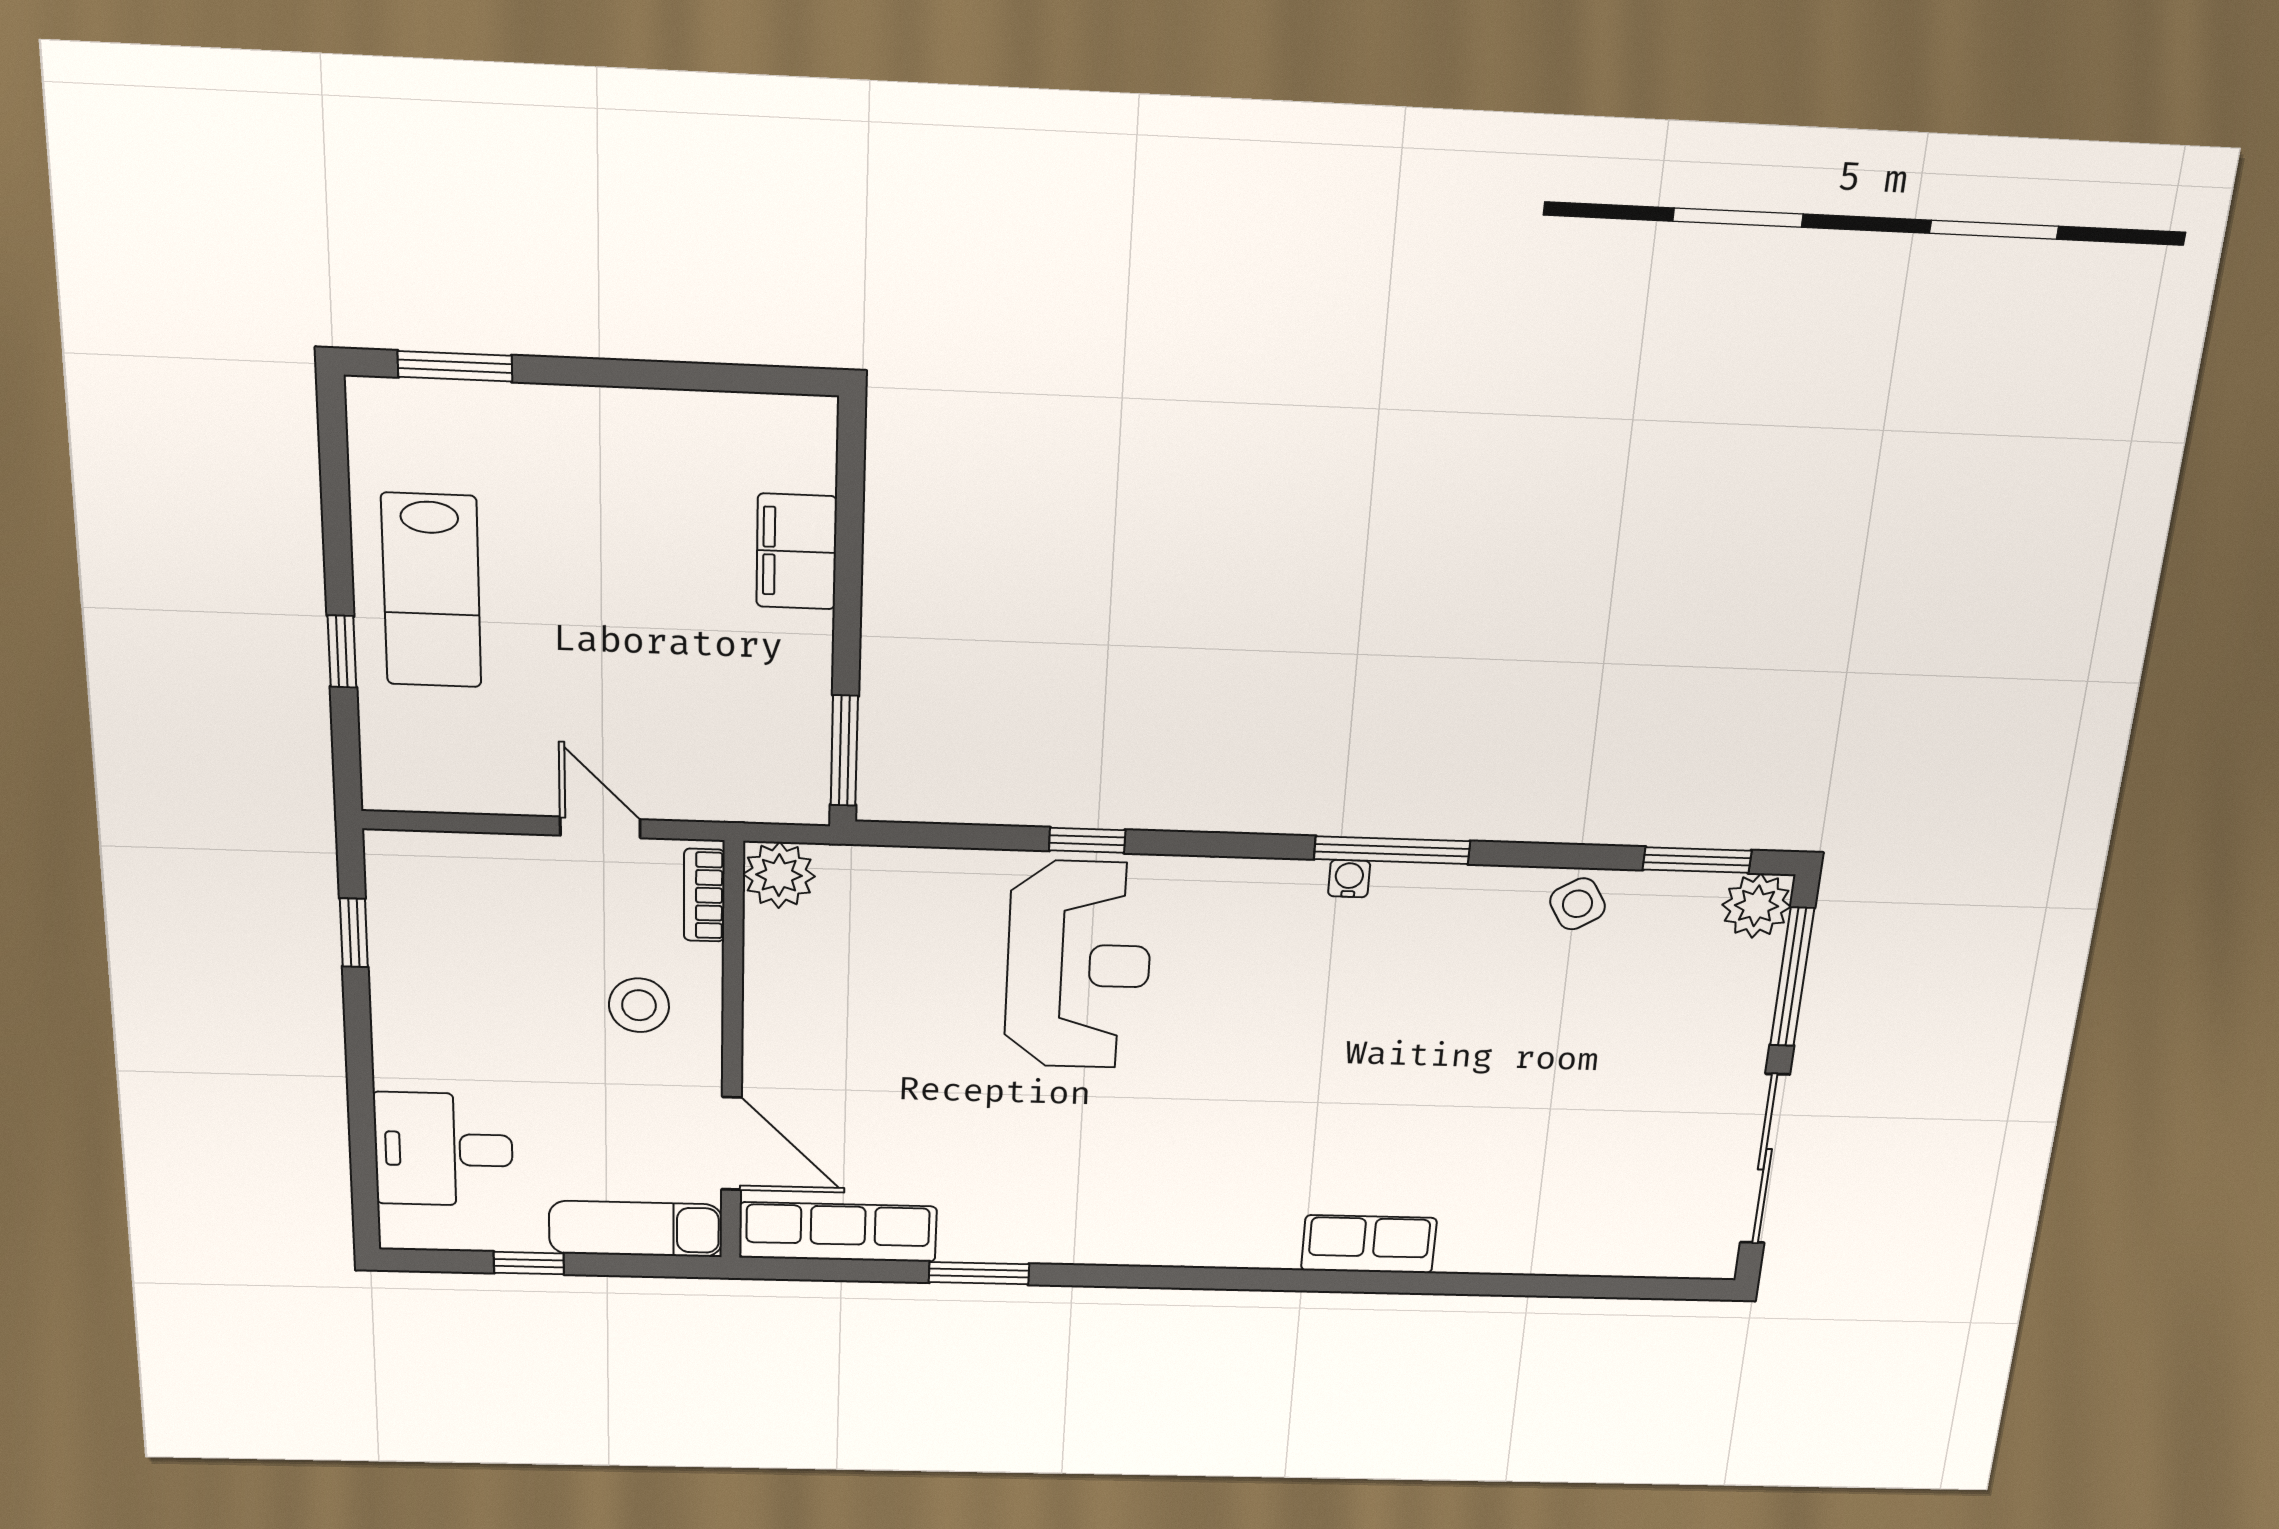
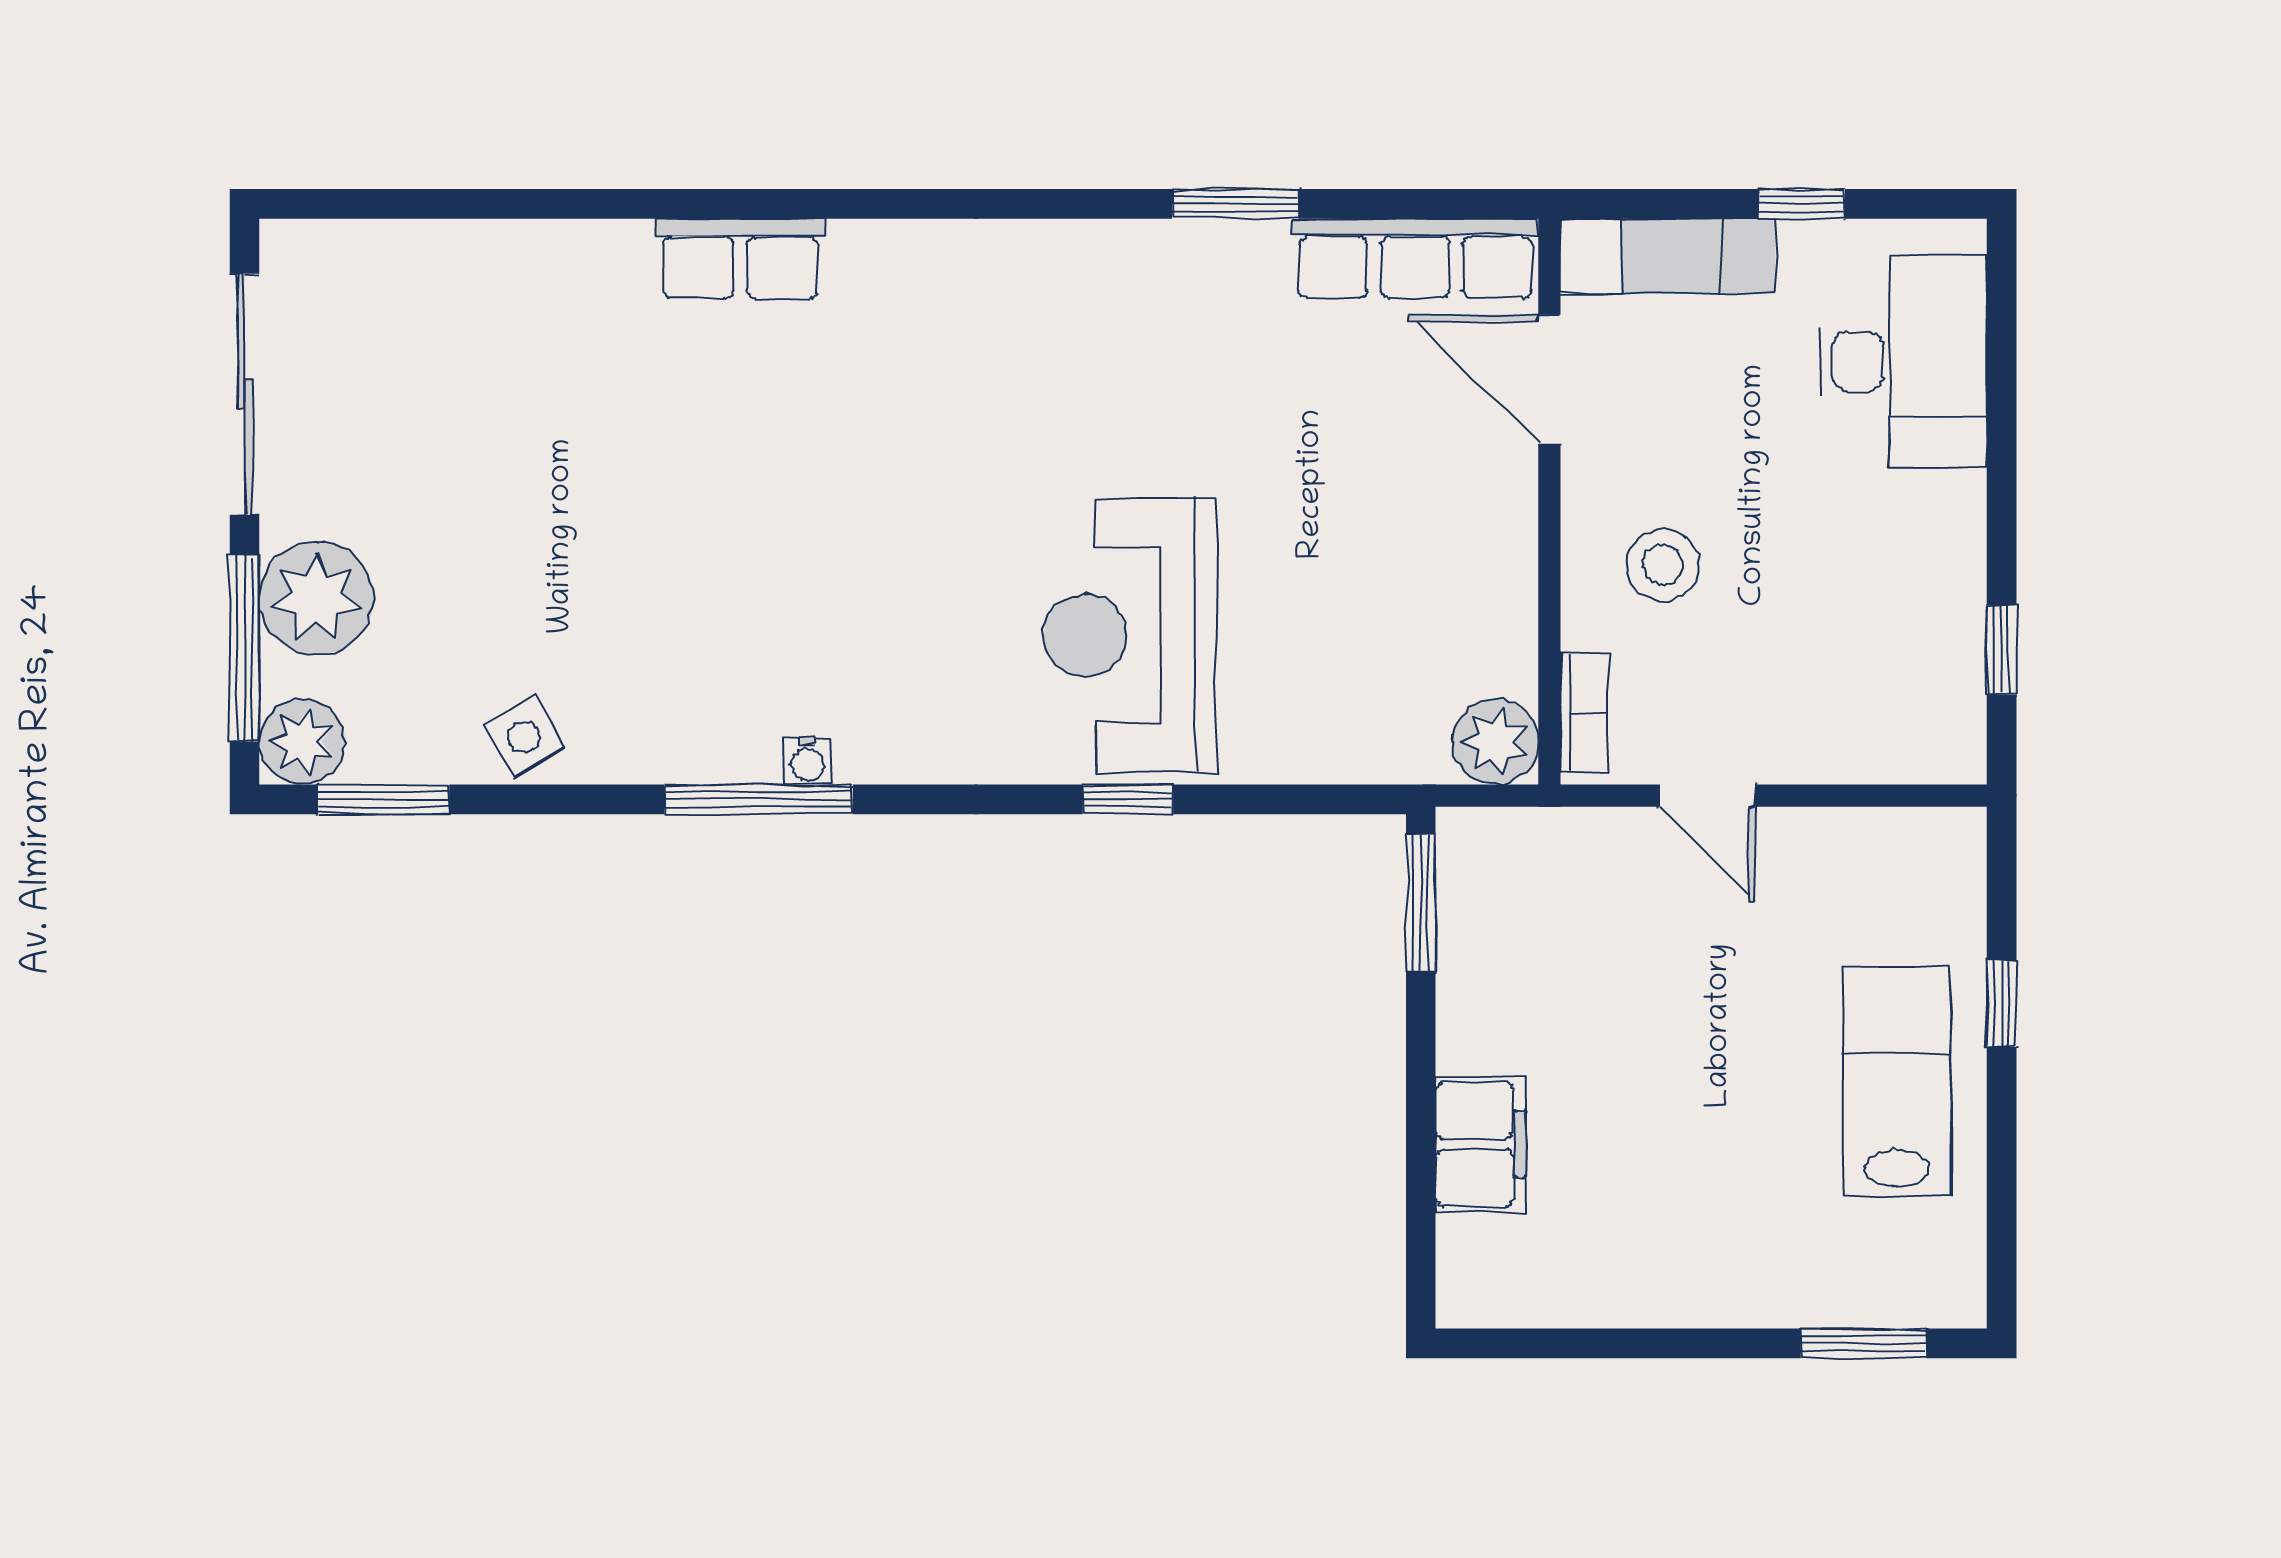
plant: (1730, 1012) -> (316, 598), added
desk: (444, 1149) -> (1903, 361), width x1.37

